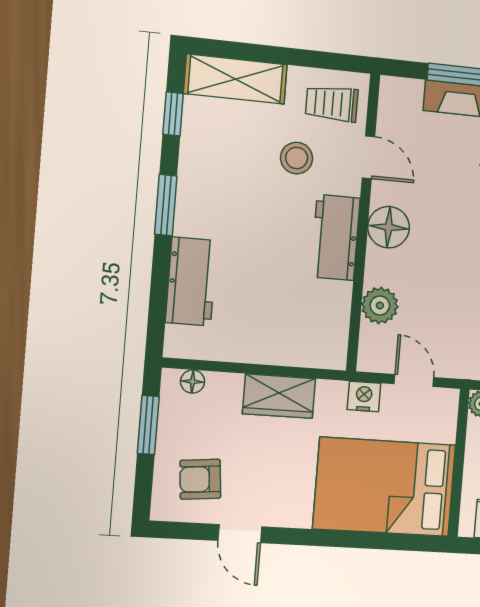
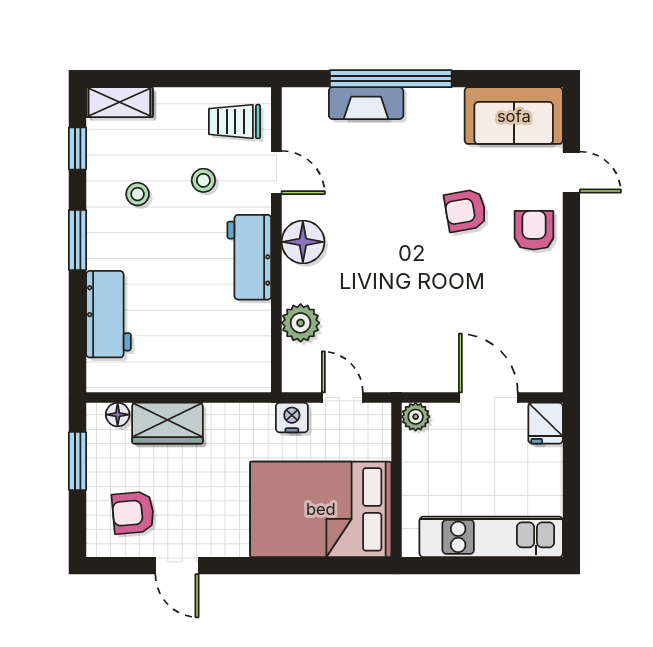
shelving: (236, 79) -> (119, 102), width x0.67, depth x0.75
stool: (297, 158) -> (203, 180), width x0.73, depth x0.73
stool: (230, 165) -> (138, 194), added
wardrobe: (279, 396) -> (168, 423), moved

